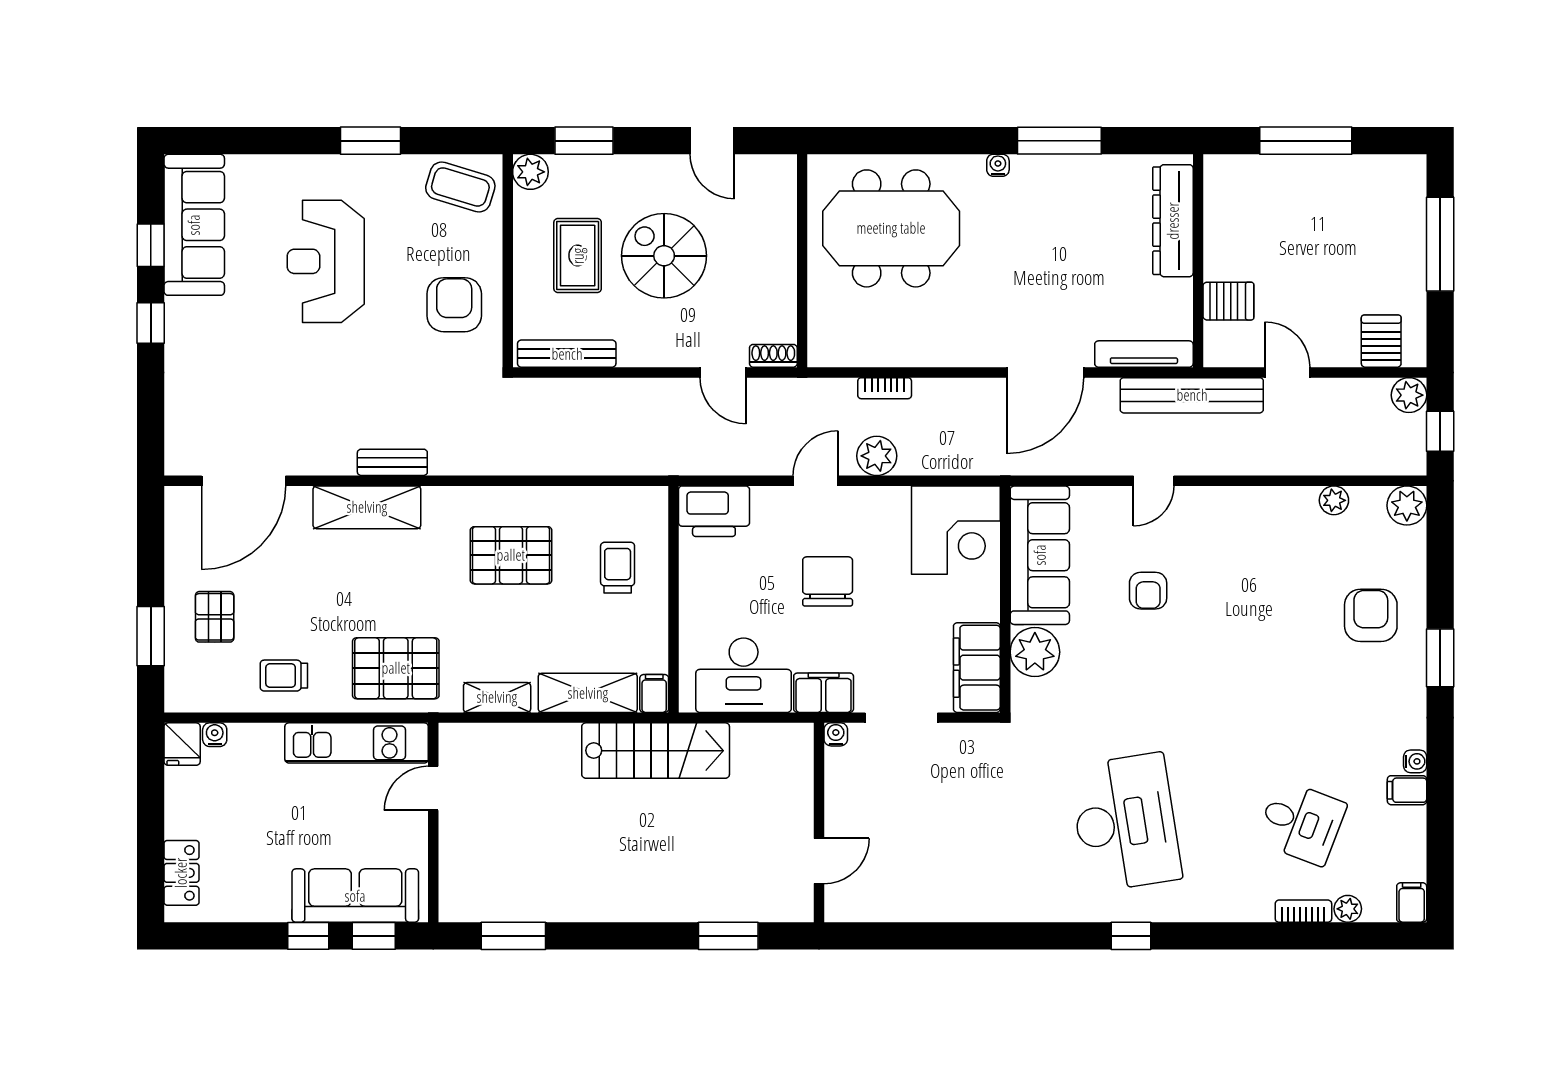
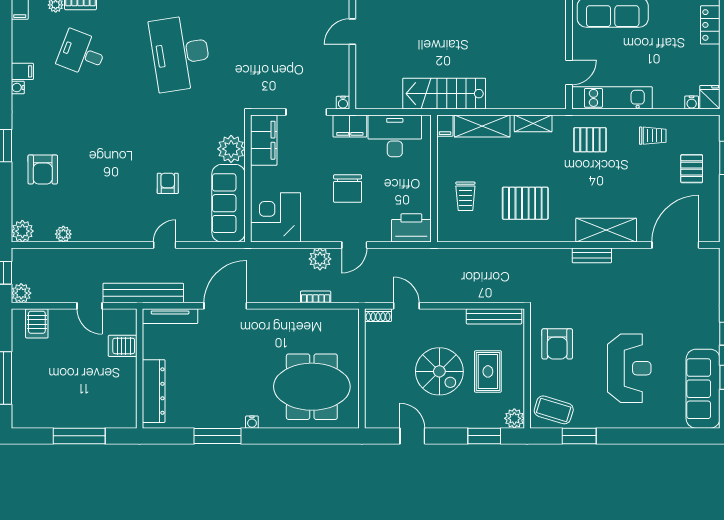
window: (370, 141) -> (579, 436), moved
pallet: (396, 668) -> (590, 140), width x0.67, depth x0.71

